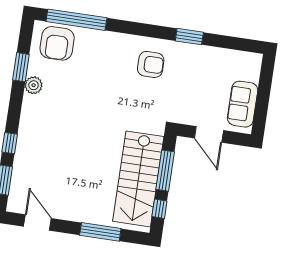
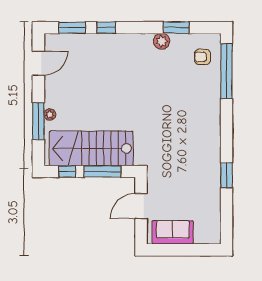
armchair: (57, 43) -> (203, 57), width x0.53, depth x0.53
armchair: (151, 64) -> (196, 144), removed
plant: (95, 218) -> (50, 115), added

